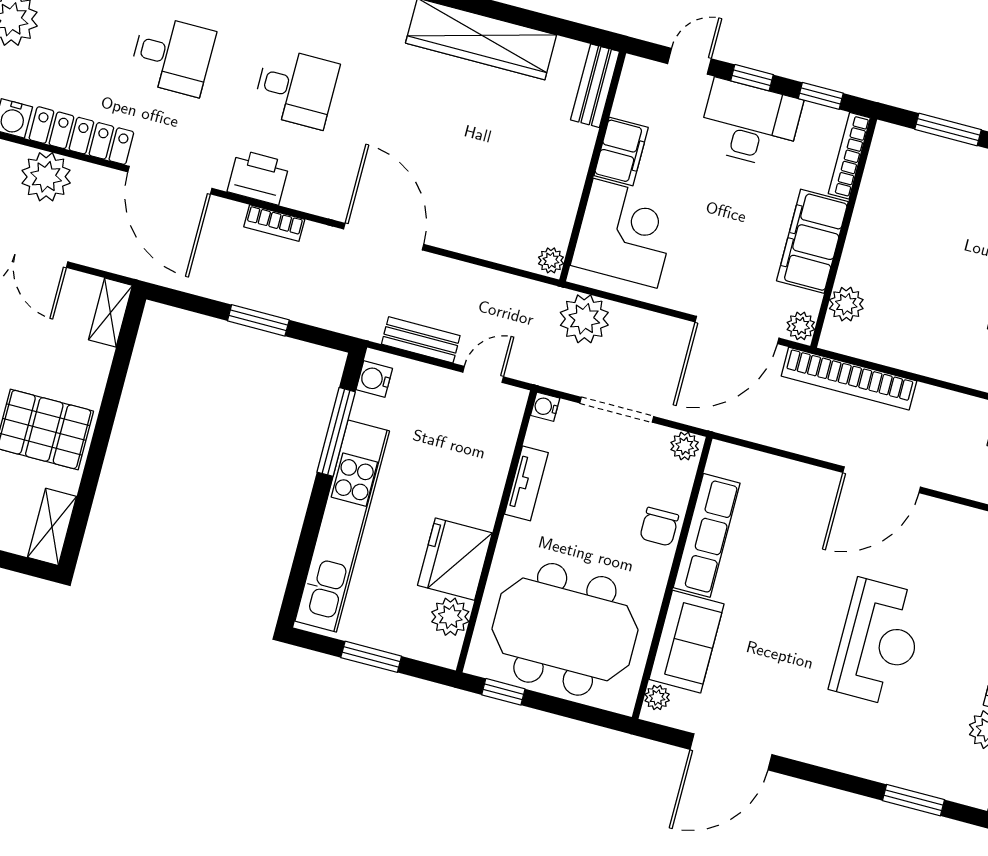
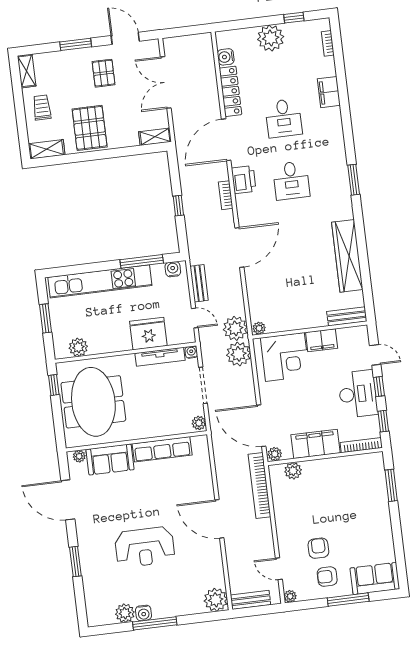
plant: (46, 177) -> (235, 328), moved
window: (258, 320) -> (178, 206), width x0.67
tv unit: (526, 483) -> (160, 357), width x1.41
chair: (659, 527) -> (157, 426), removed
fridge: (455, 559) -> (148, 334), moved
window: (913, 800) -> (75, 562), moved

